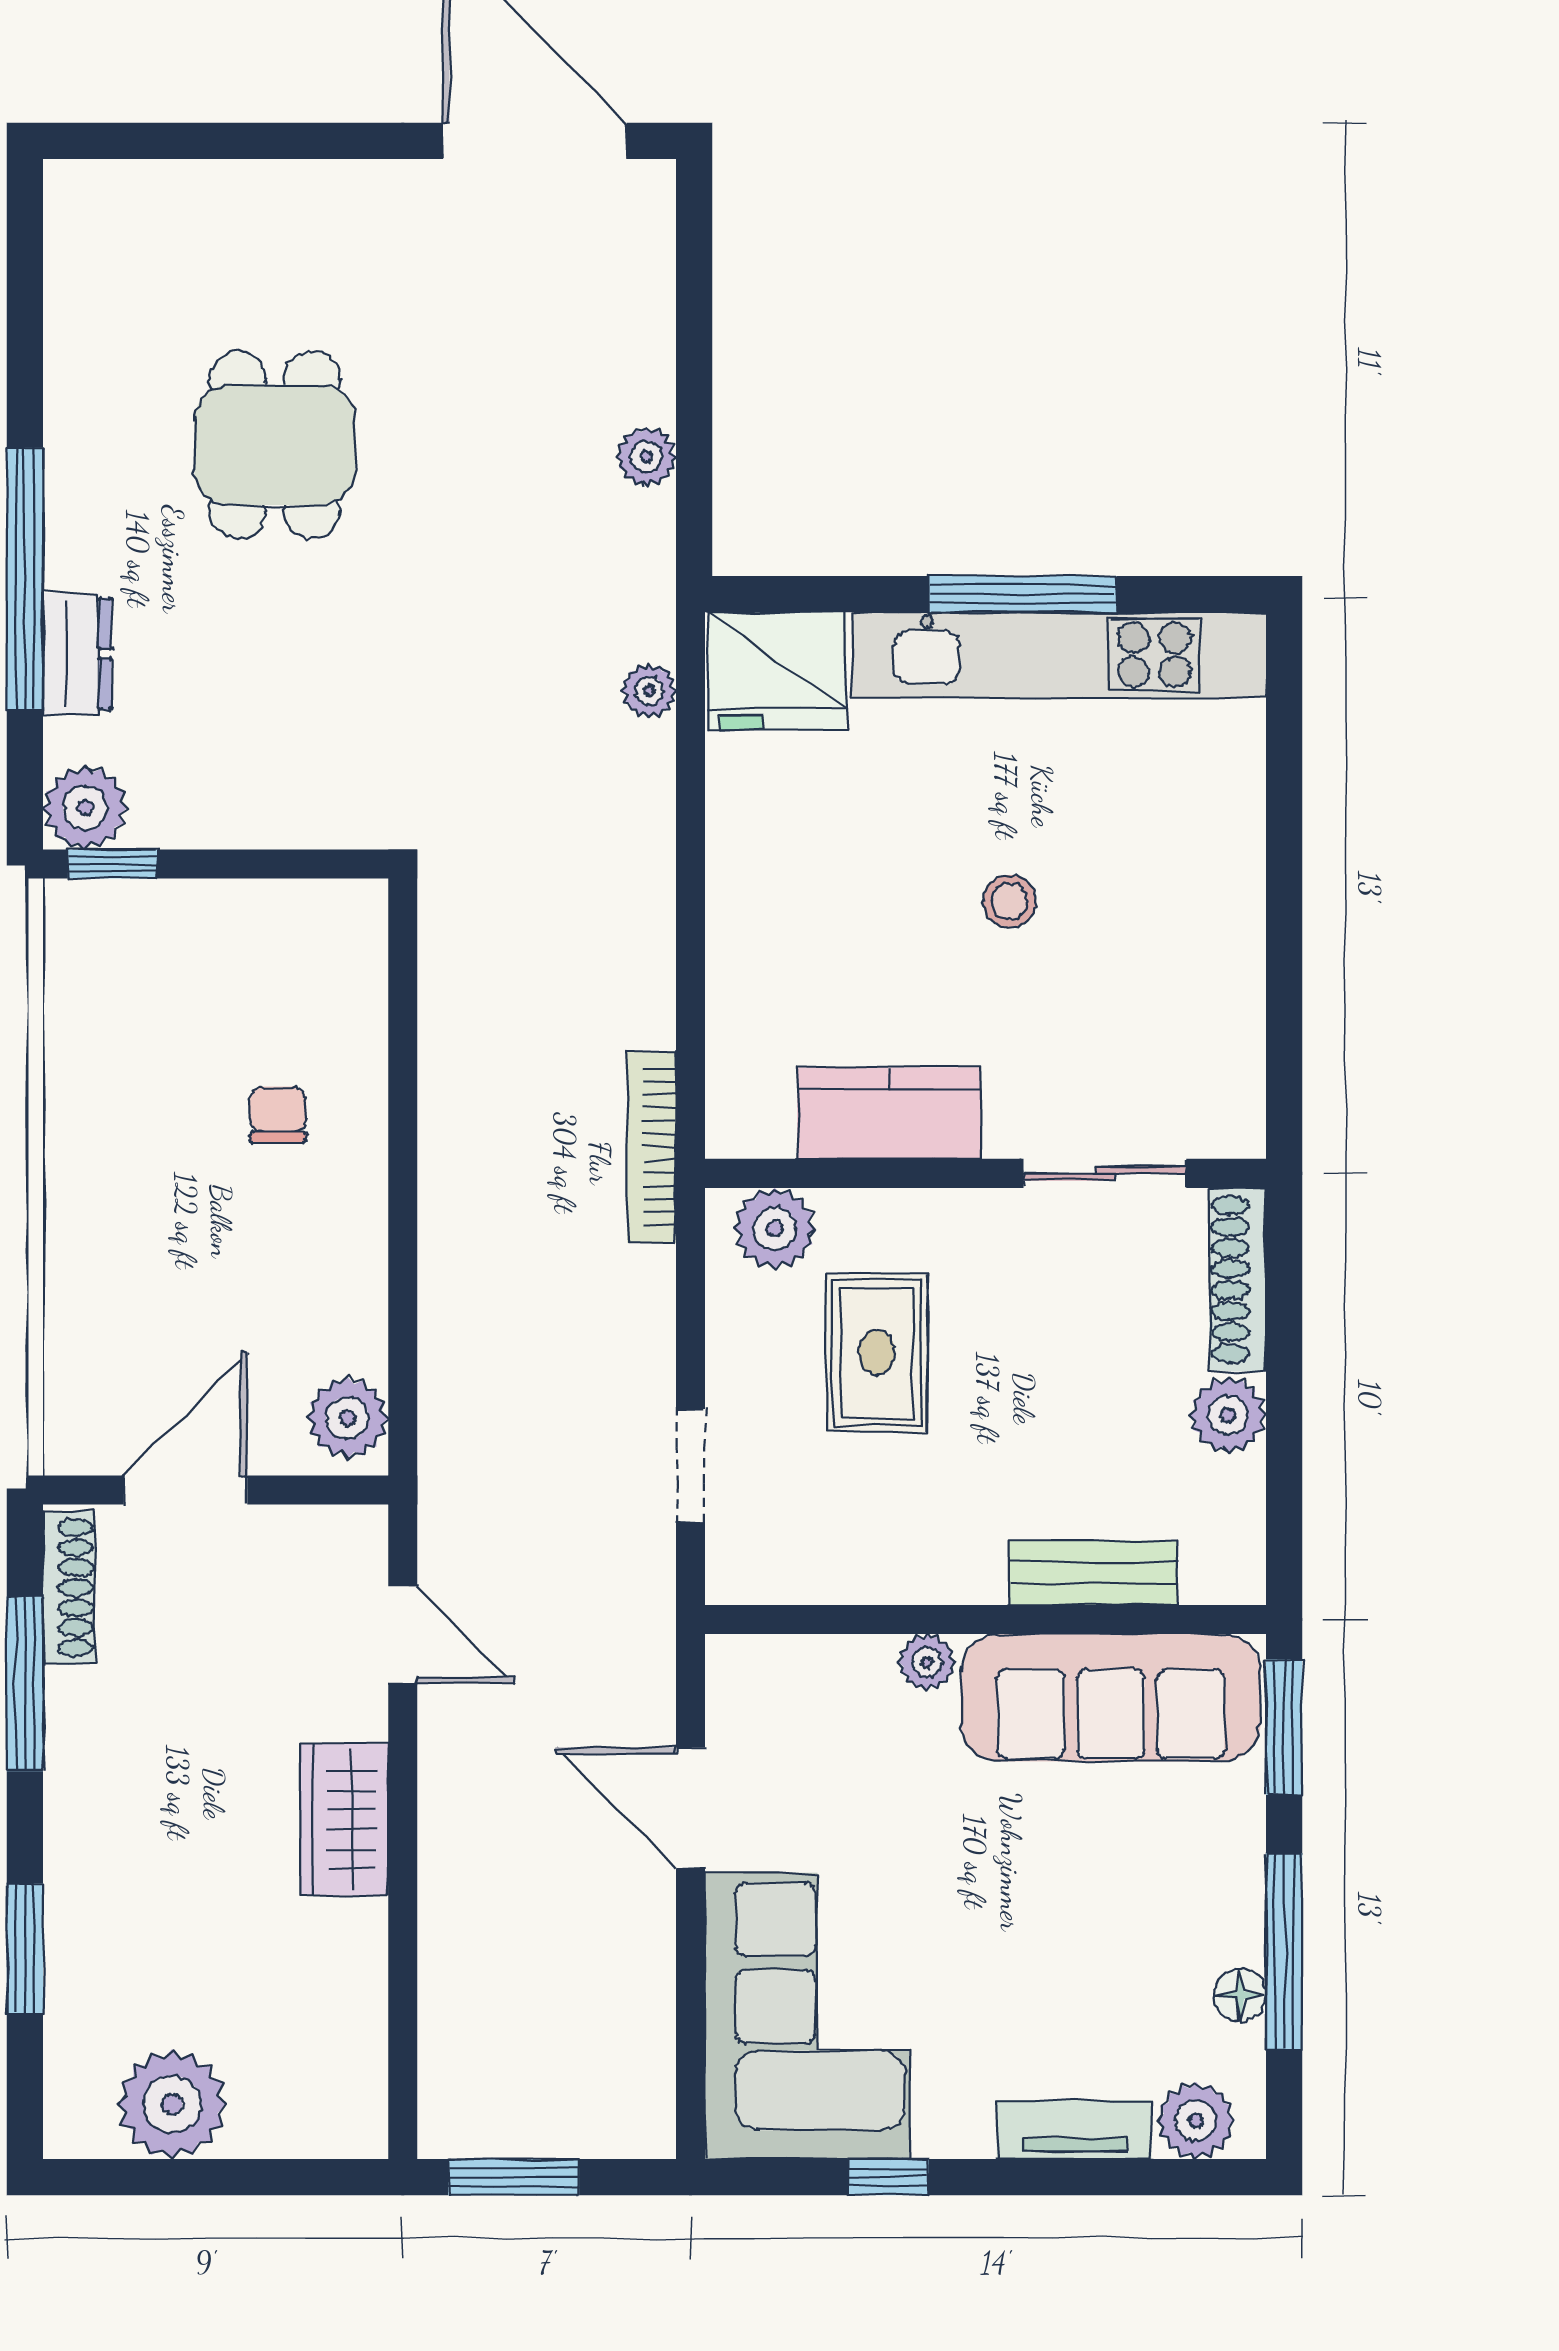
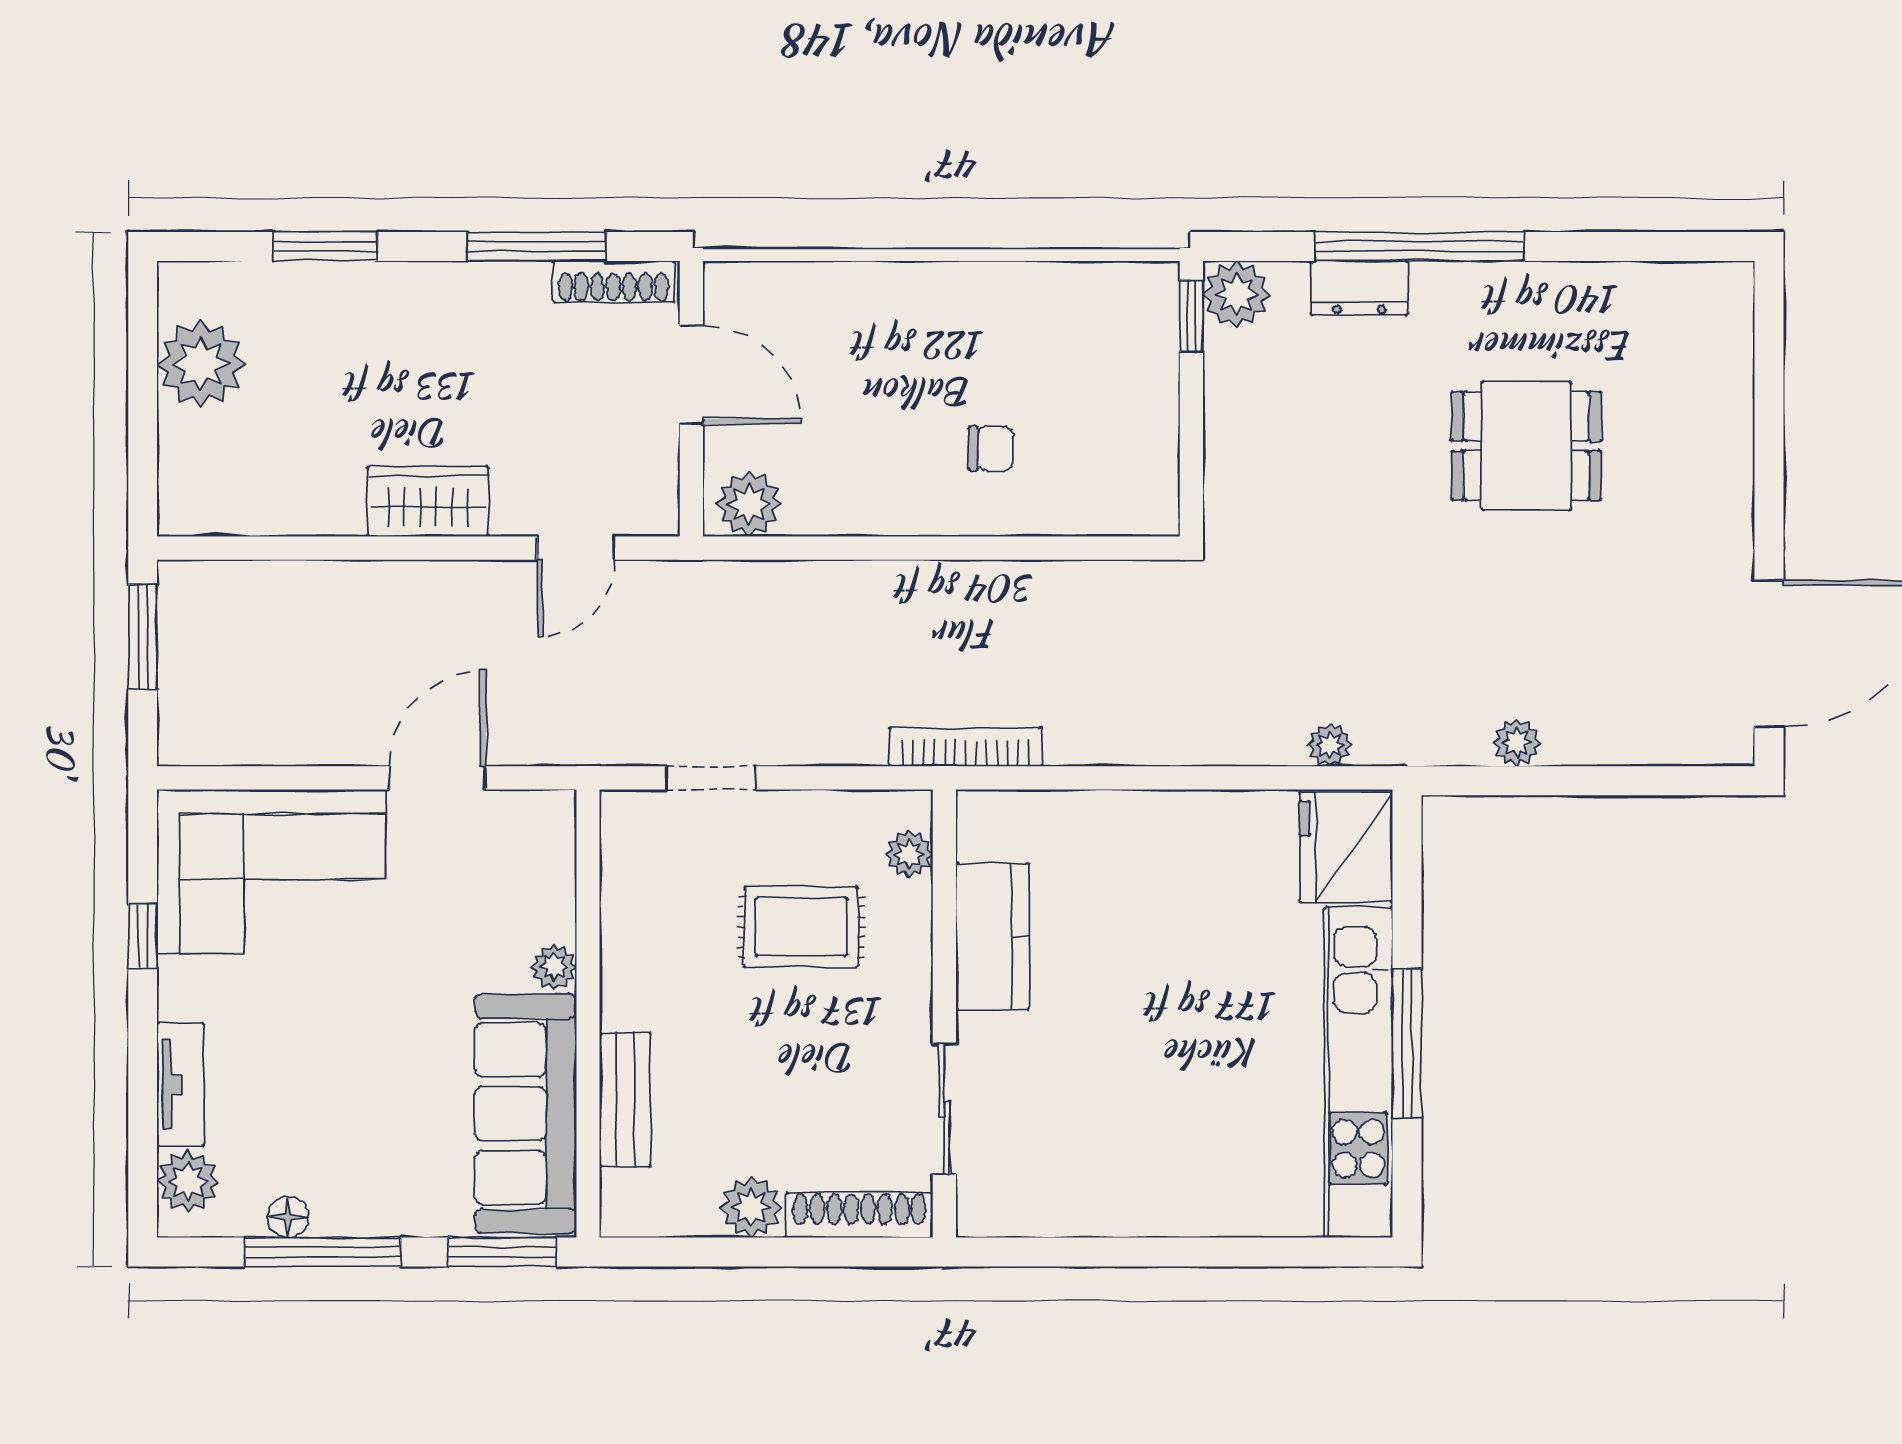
stool: (1010, 901) -> (1162, 1033), removed
plant: (775, 1229) -> (909, 854), width x0.73, depth x0.73

